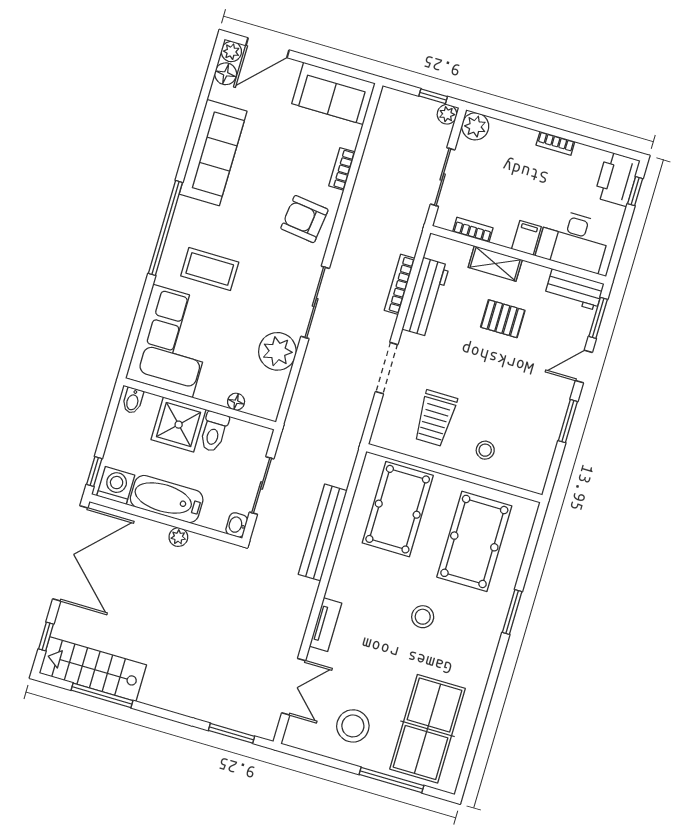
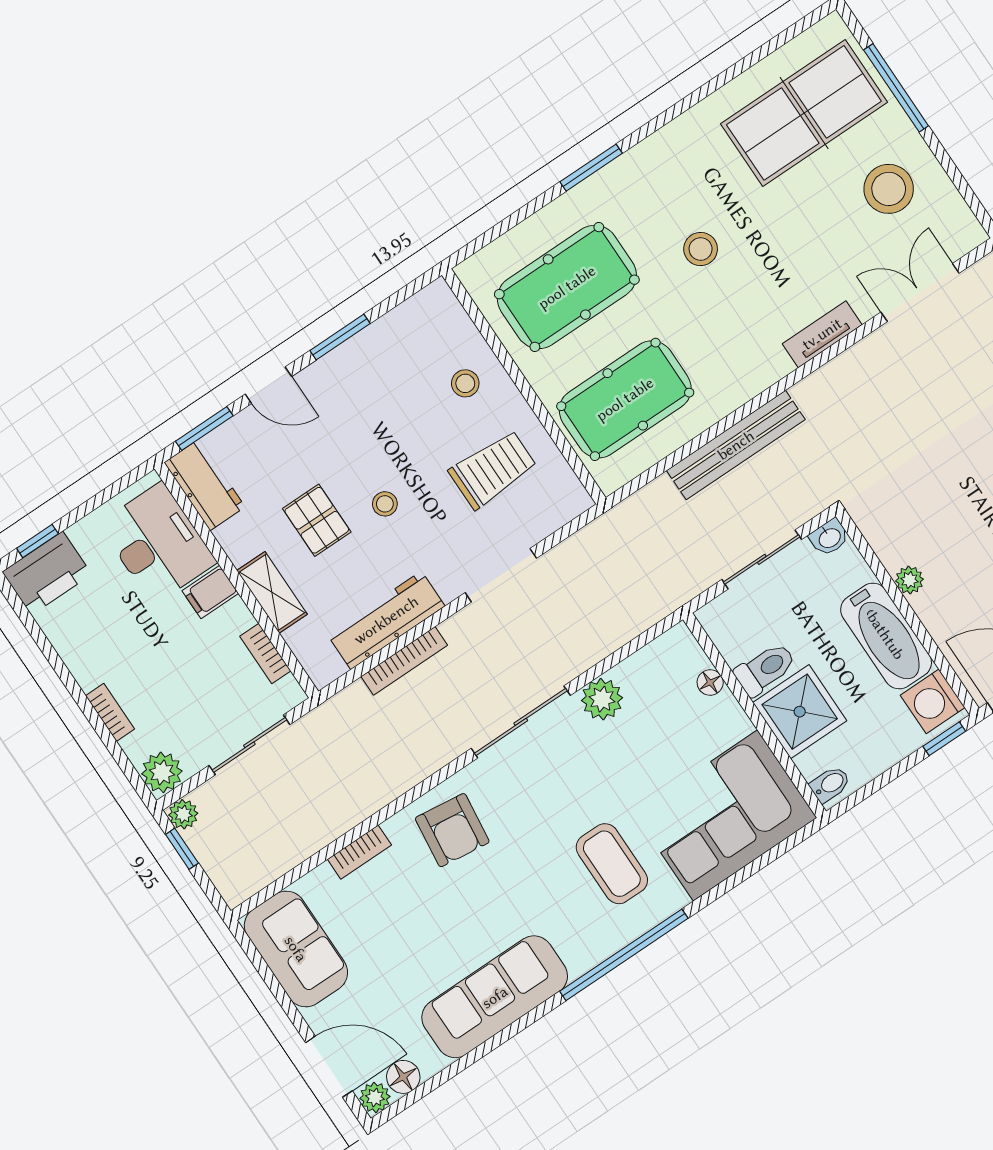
bookcase: (555, 143) -> (110, 712), moved
plant: (277, 351) -> (602, 699), width x0.73, depth x0.73
stool: (475, 356) -> (385, 504), added

